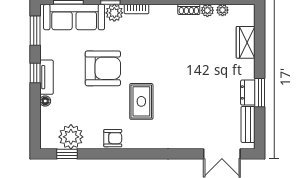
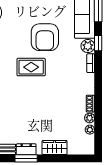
wardrobe: (246, 42) -> (55, 148), moved
rug: (141, 101) -> (31, 67), moved

